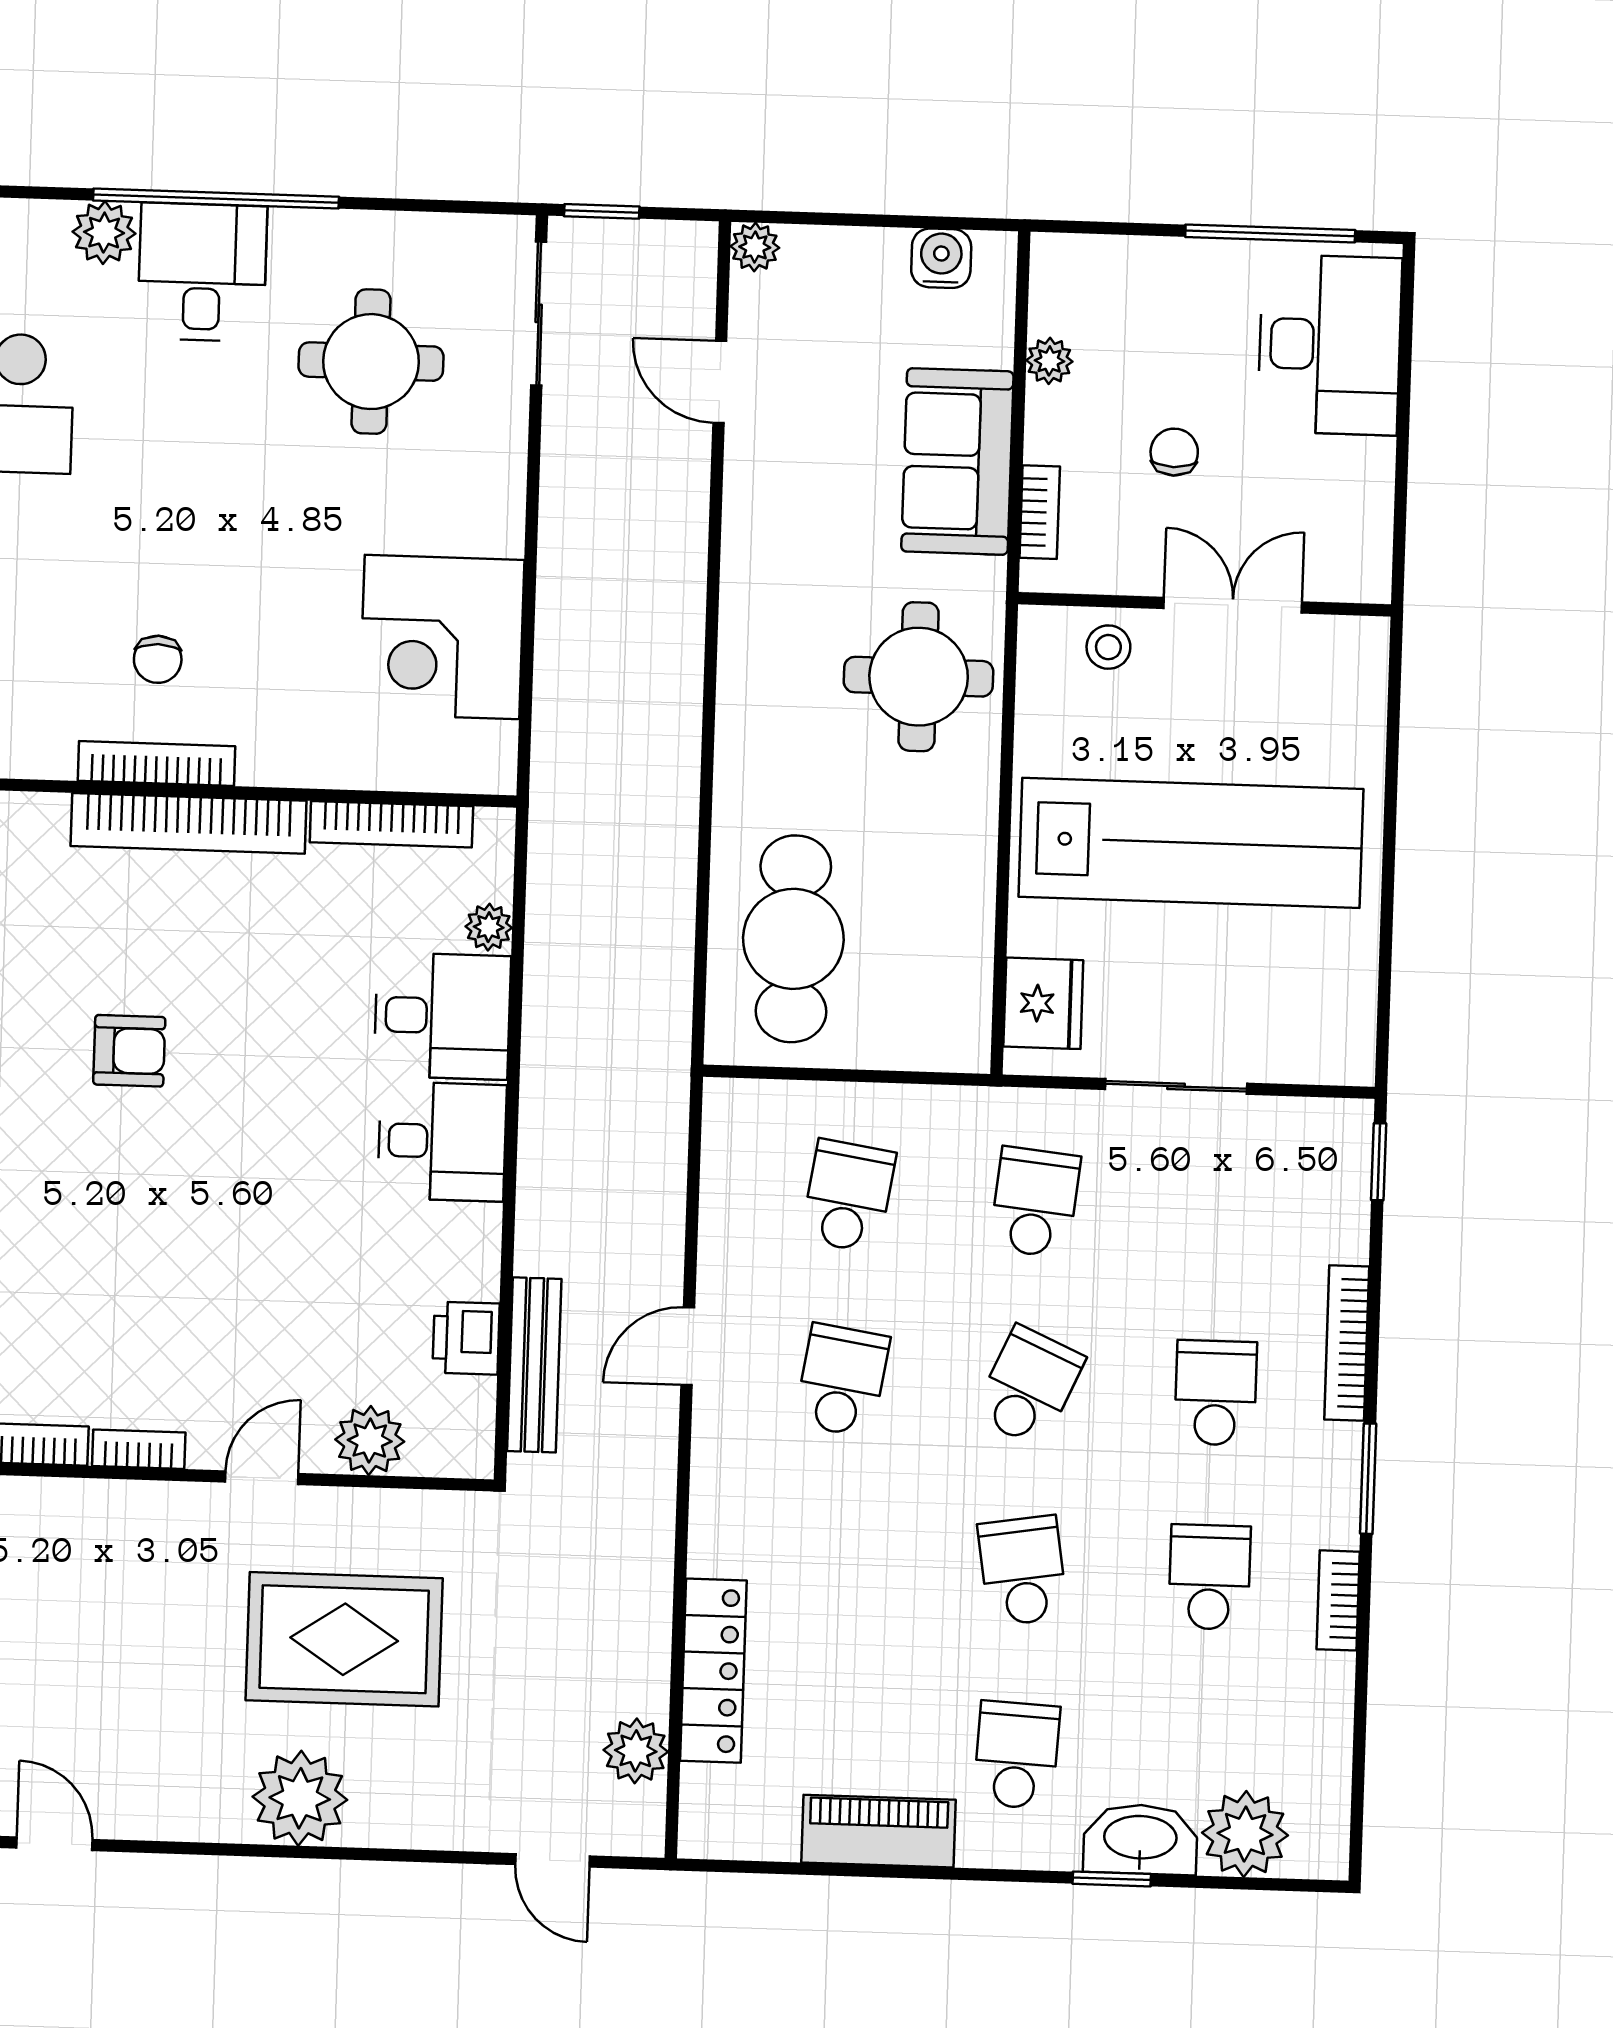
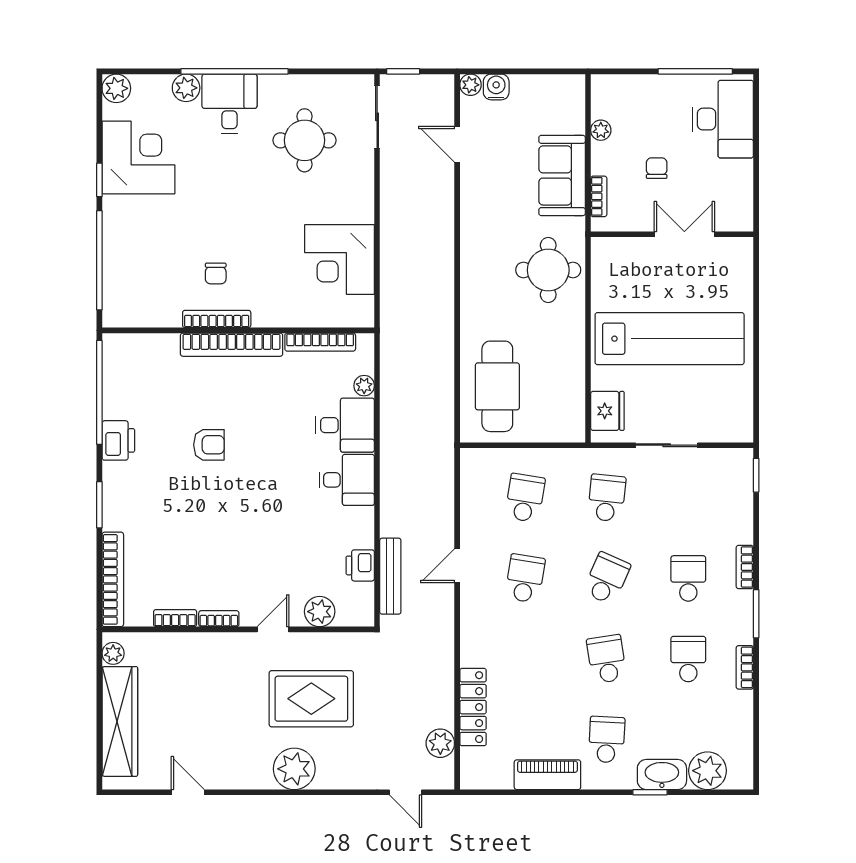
water cooler: (941, 258) -> (496, 87), moved
stool: (1108, 647) -> (631, 254), removed
bookcase: (1347, 1343) -> (745, 567), width x0.64

